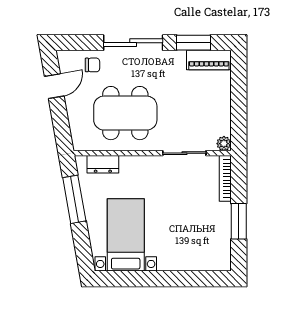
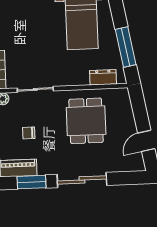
chair: (92, 65) -> (29, 133), moved
dining table: (125, 113) -> (86, 121), width x0.73

